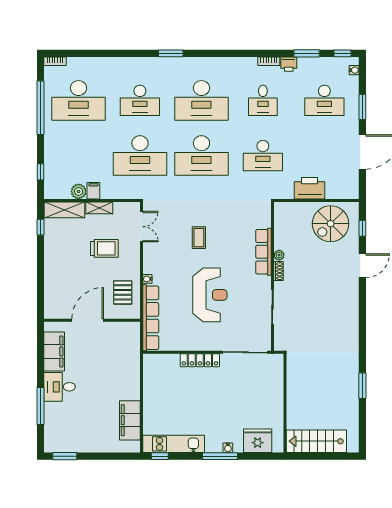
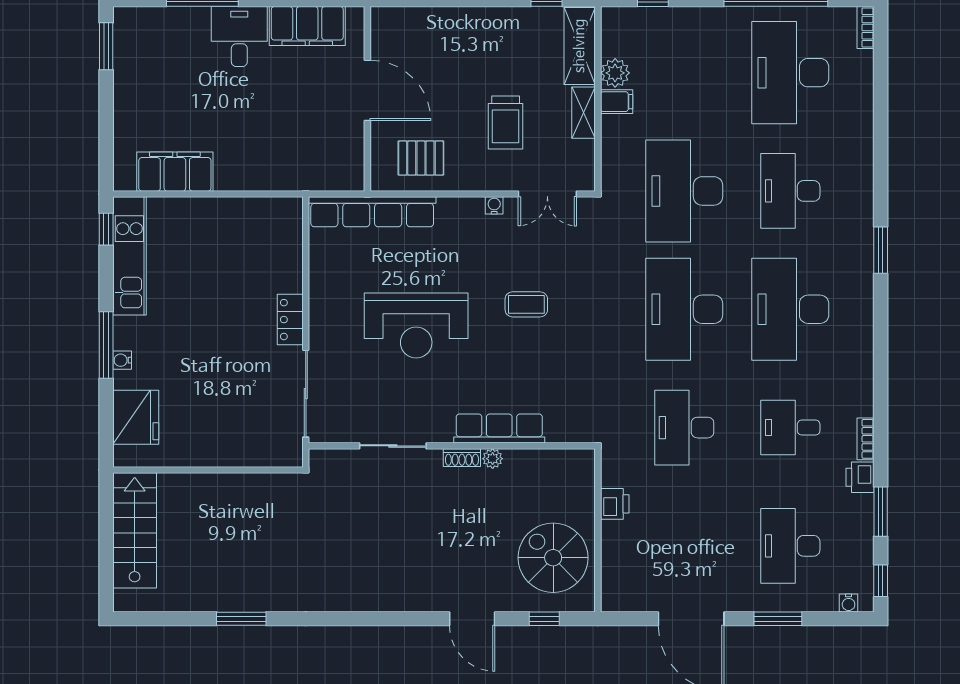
printer: (310, 188) -> (615, 504), width x0.53, depth x0.68
water cooler: (147, 279) -> (494, 205), moved
locker: (200, 360) -> (290, 320), width x0.66

